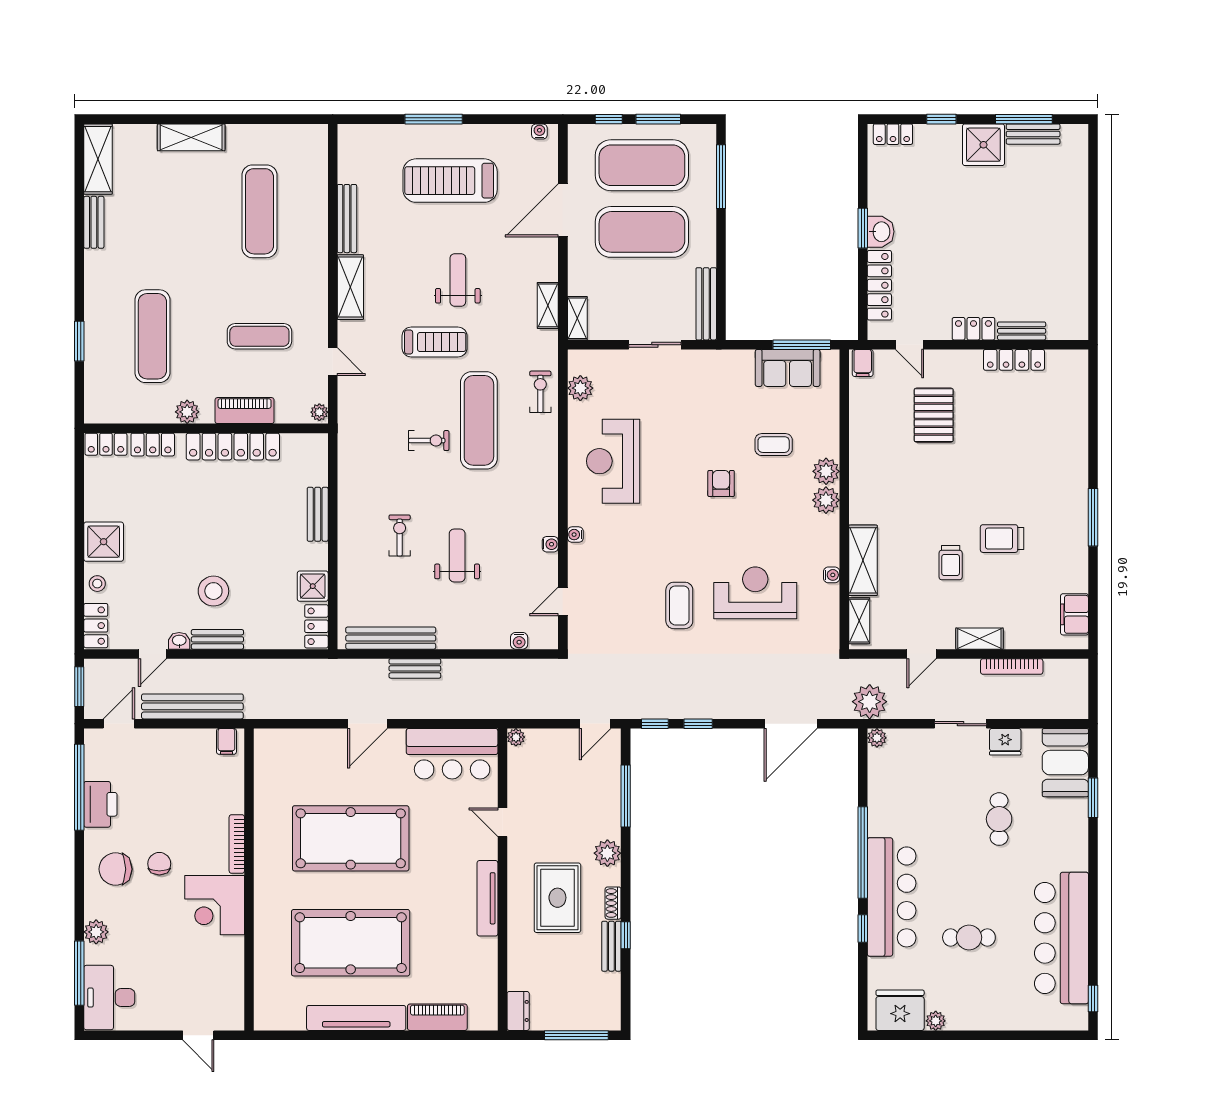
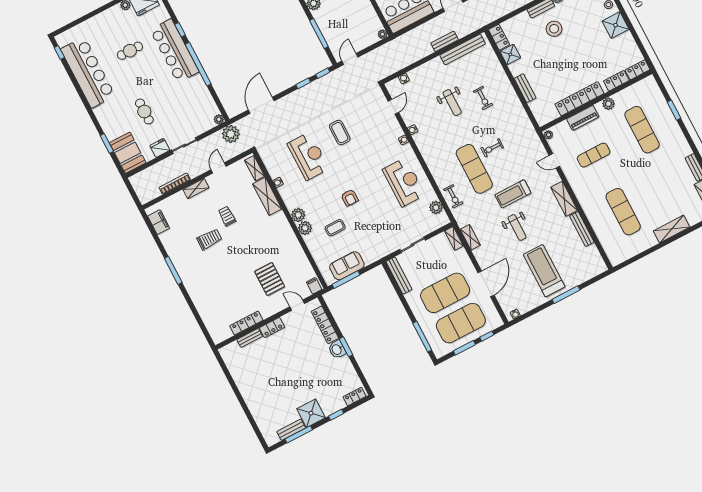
treadmill: (450, 181) -> (544, 271), turned -90
reception desk: (755, 593) -> (308, 156), turned -90

